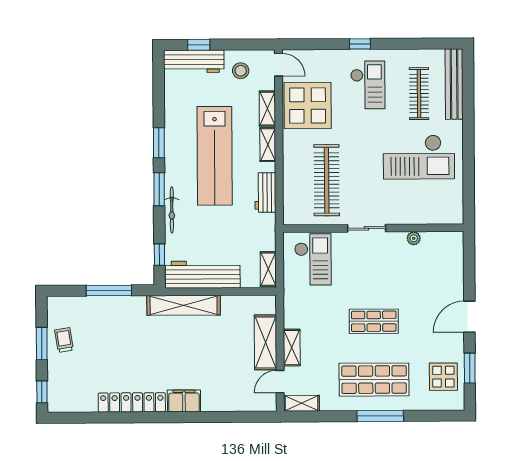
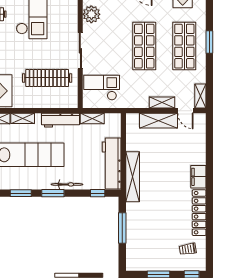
workbench: (265, 192) -> (61, 120), width x1.38
sliding door: (367, 228) -> (80, 51), width x1.37
plant: (414, 238) -> (91, 14), width x1.87, depth x1.87
shelving: (268, 269) -> (92, 118), moved
shop shelf: (374, 321) -> (144, 46), width x1.43, depth x1.36
trolley: (64, 340) -> (188, 249), moved
window: (380, 416) -> (209, 42), width x0.69

